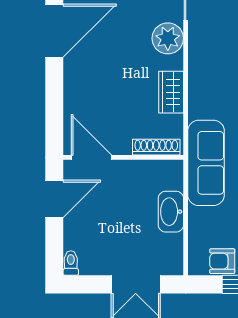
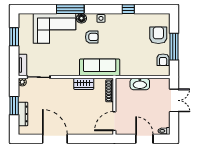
plant: (168, 38) -> (59, 85), removed
sofa: (206, 163) -> (100, 67), moved
door: (54, 199) -> (144, 139), moved

